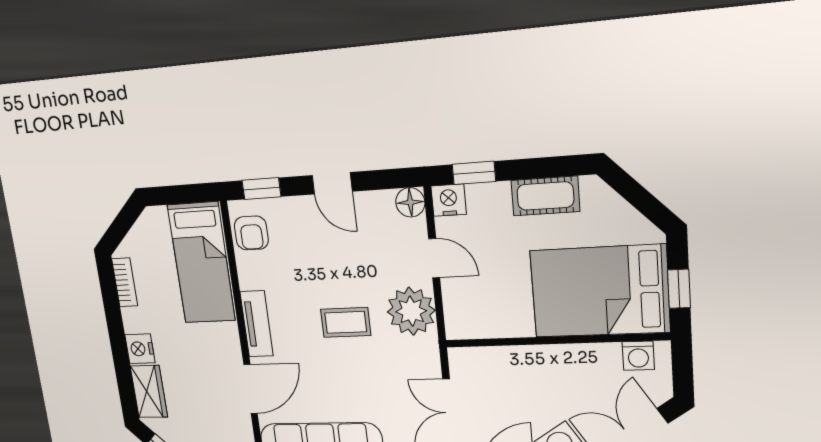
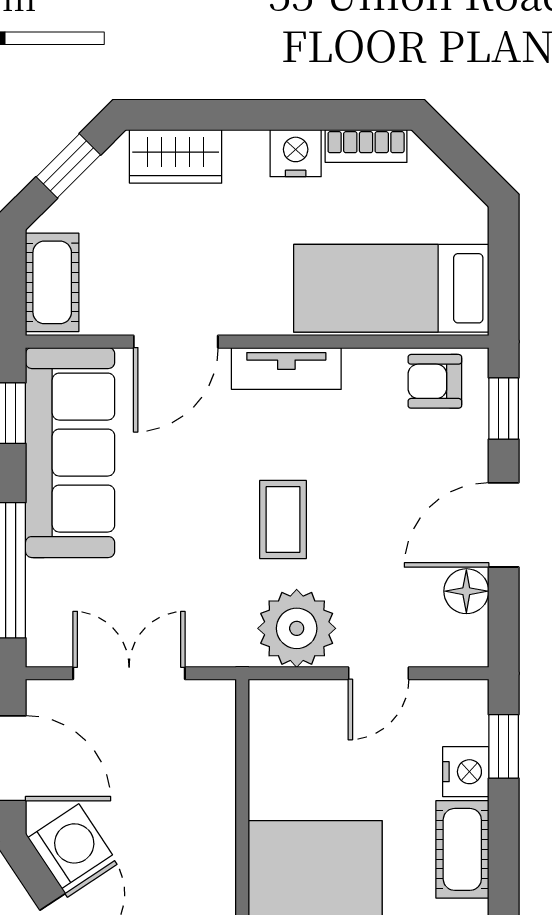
door: (332, 183) -> (504, 525), width x1.38
nightstand: (449, 200) -> (466, 772), moved
floor lamp: (410, 202) -> (466, 591), moved
nightstand: (140, 349) -> (296, 153), moved
door: (251, 389) -> (176, 342), hinge flipped

